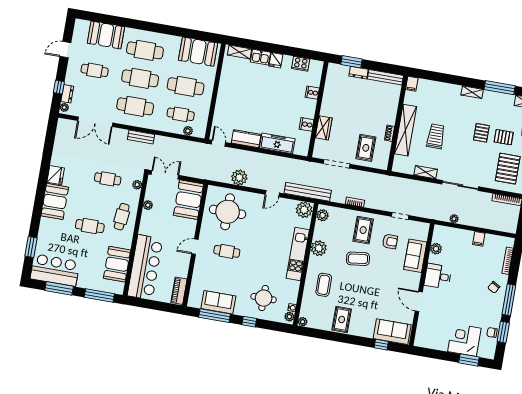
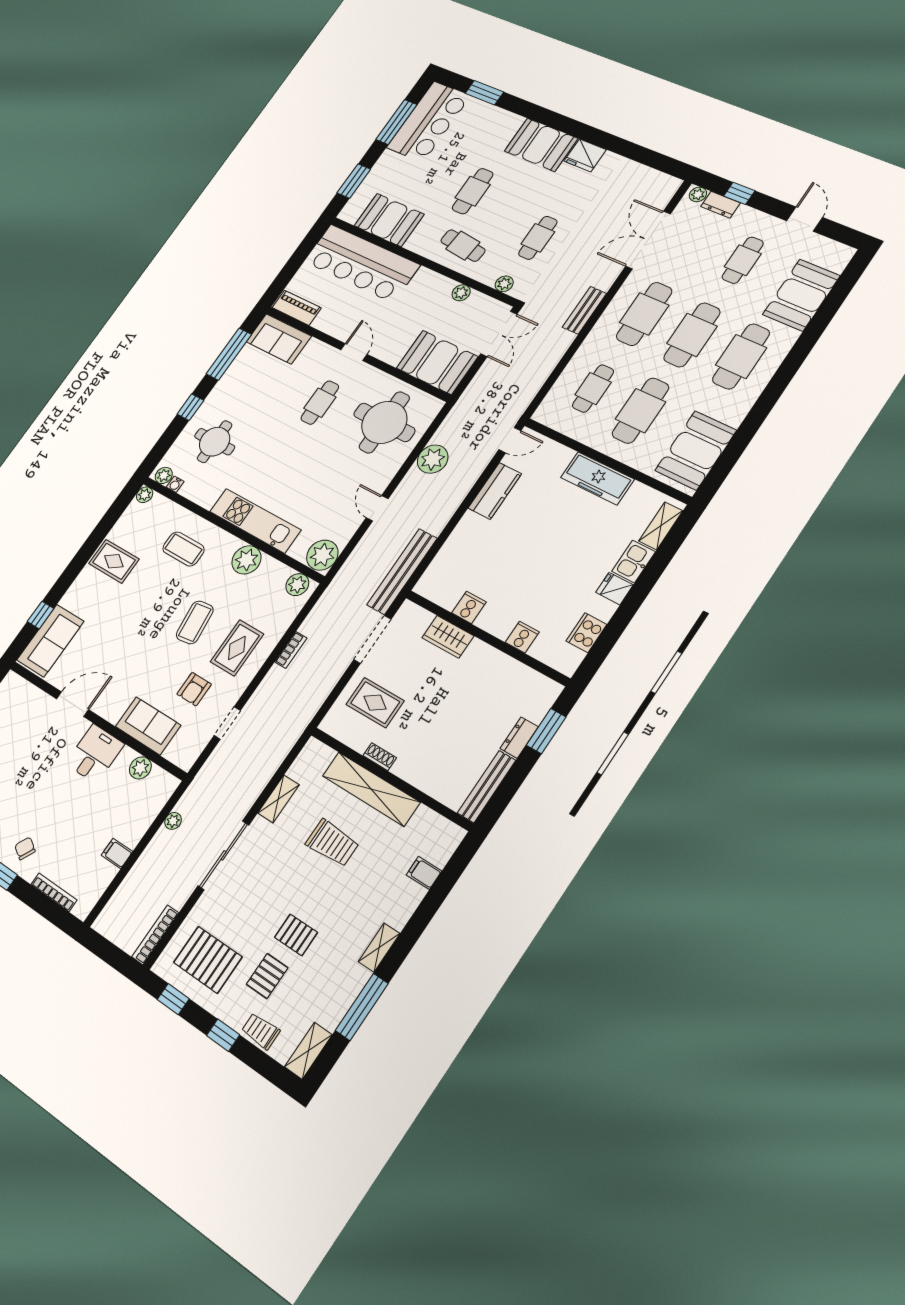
filing cabinet: (412, 84) -> (424, 873), moved
plant: (188, 131) -> (557, 393), removed
freezer: (277, 143) -> (597, 478), moved, turned 90
bench: (308, 192) -> (402, 572), moved
rug: (363, 230) -> (237, 648), turned 90
window: (99, 295) -> (354, 181), width x0.69
sofa: (218, 302) -> (279, 339), moved, turned 90

